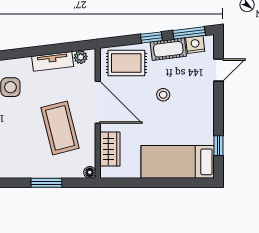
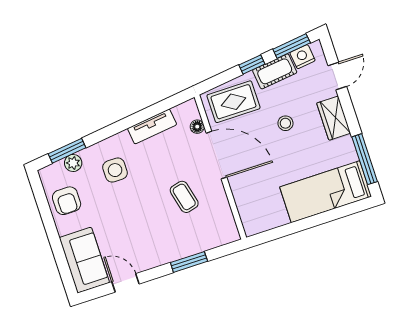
plant: (81, 57) -> (181, 112), removed
coffee table: (60, 128) -> (184, 197), width x0.54, depth x0.58
window: (219, 146) -> (365, 159), width x2.17
wardrobe: (110, 149) -> (334, 118), moved, turned 180
floor lamp: (90, 172) -> (197, 127), moved

